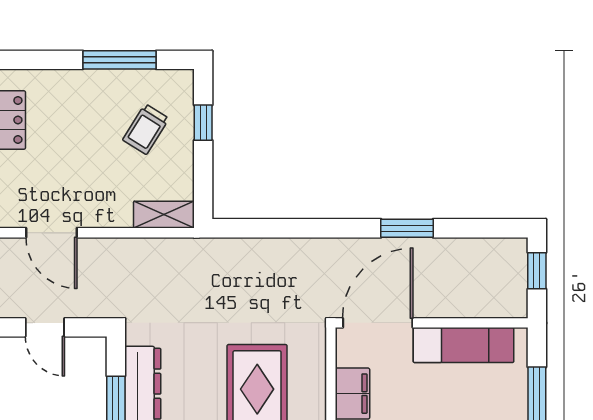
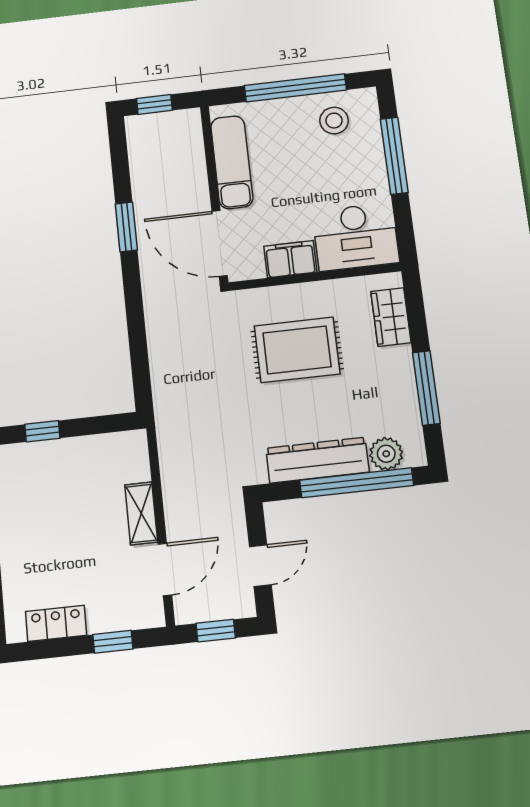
trolley: (146, 129) -> (54, 487), removed
shelving: (164, 215) -> (141, 513), moved

